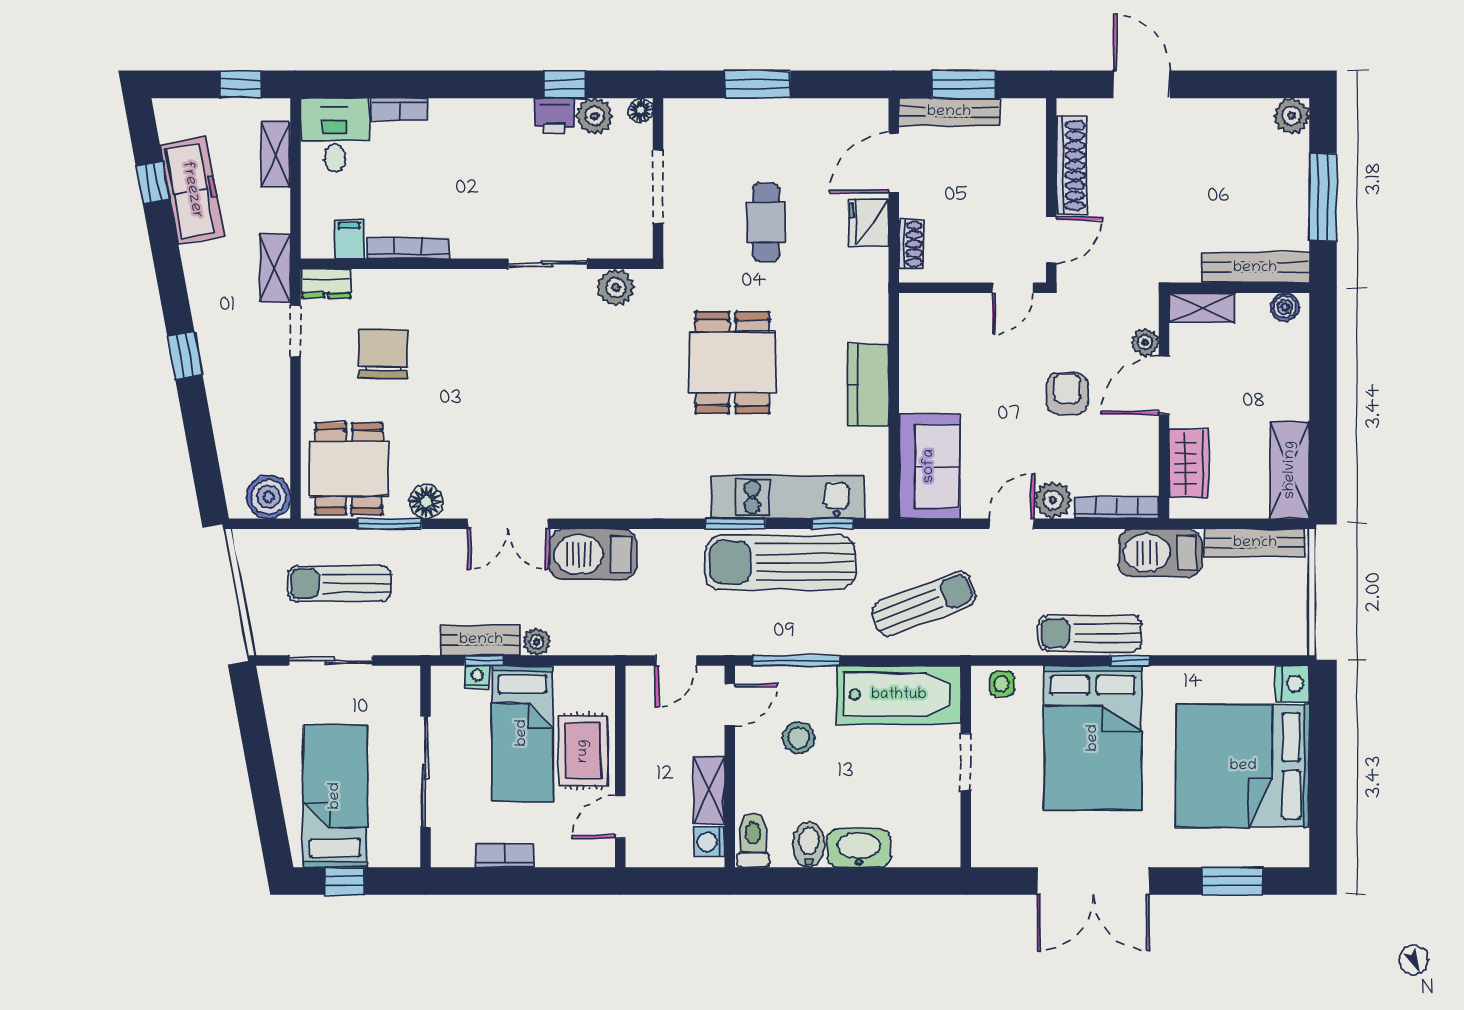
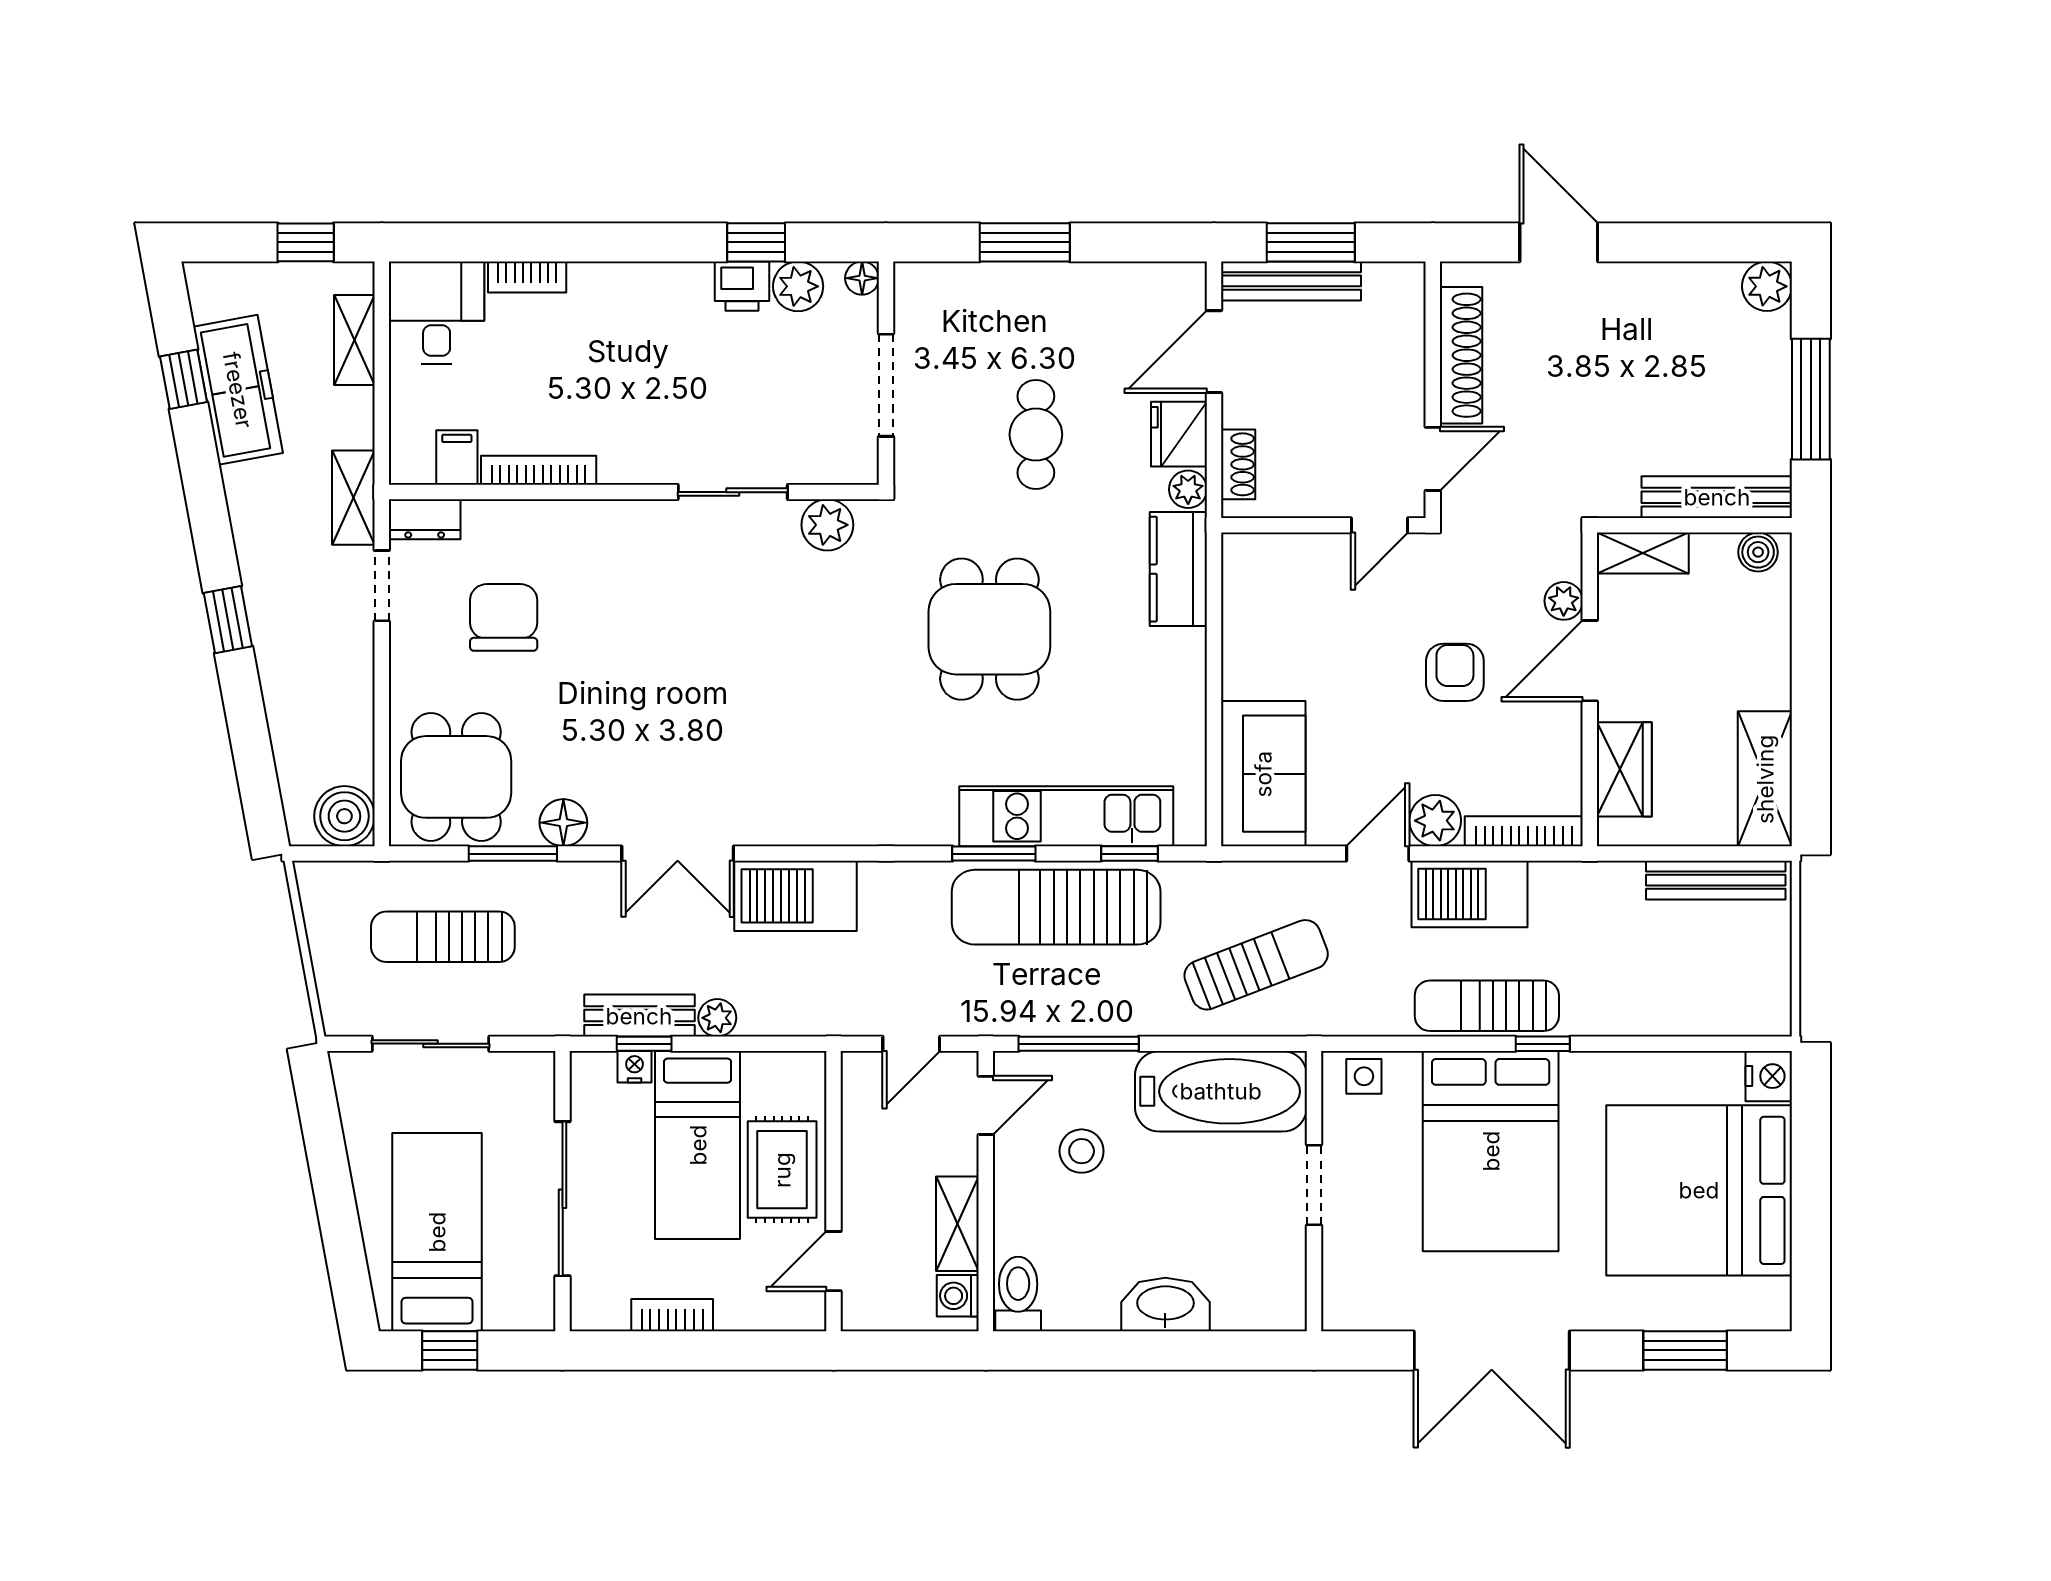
plant: (875, 262) -> (1188, 489), added
kitchen counter: (868, 385) -> (1178, 569), moved
barbecue: (1160, 553) -> (1469, 894), moved
bidet: (809, 845) -> (1096, 1300), removed

